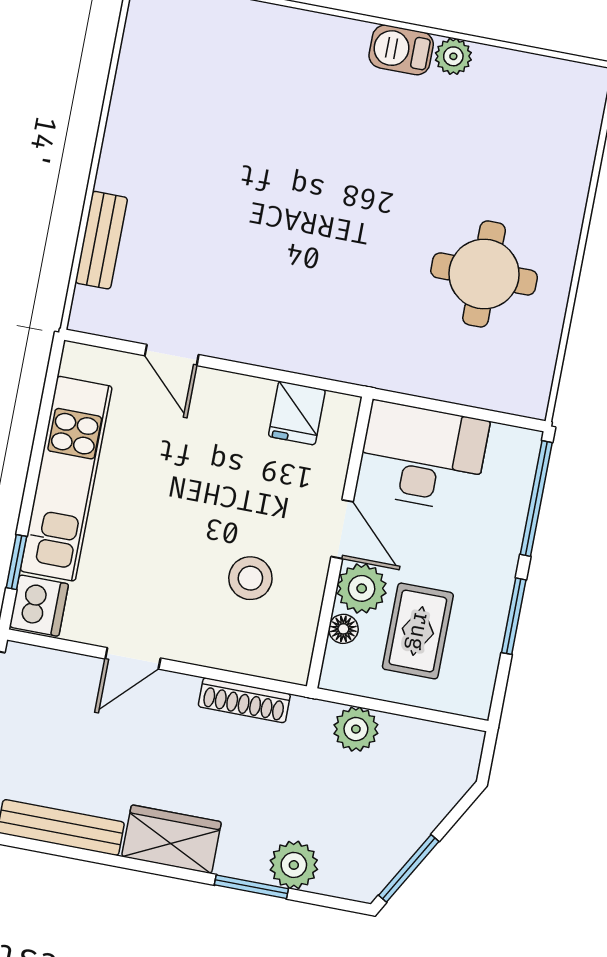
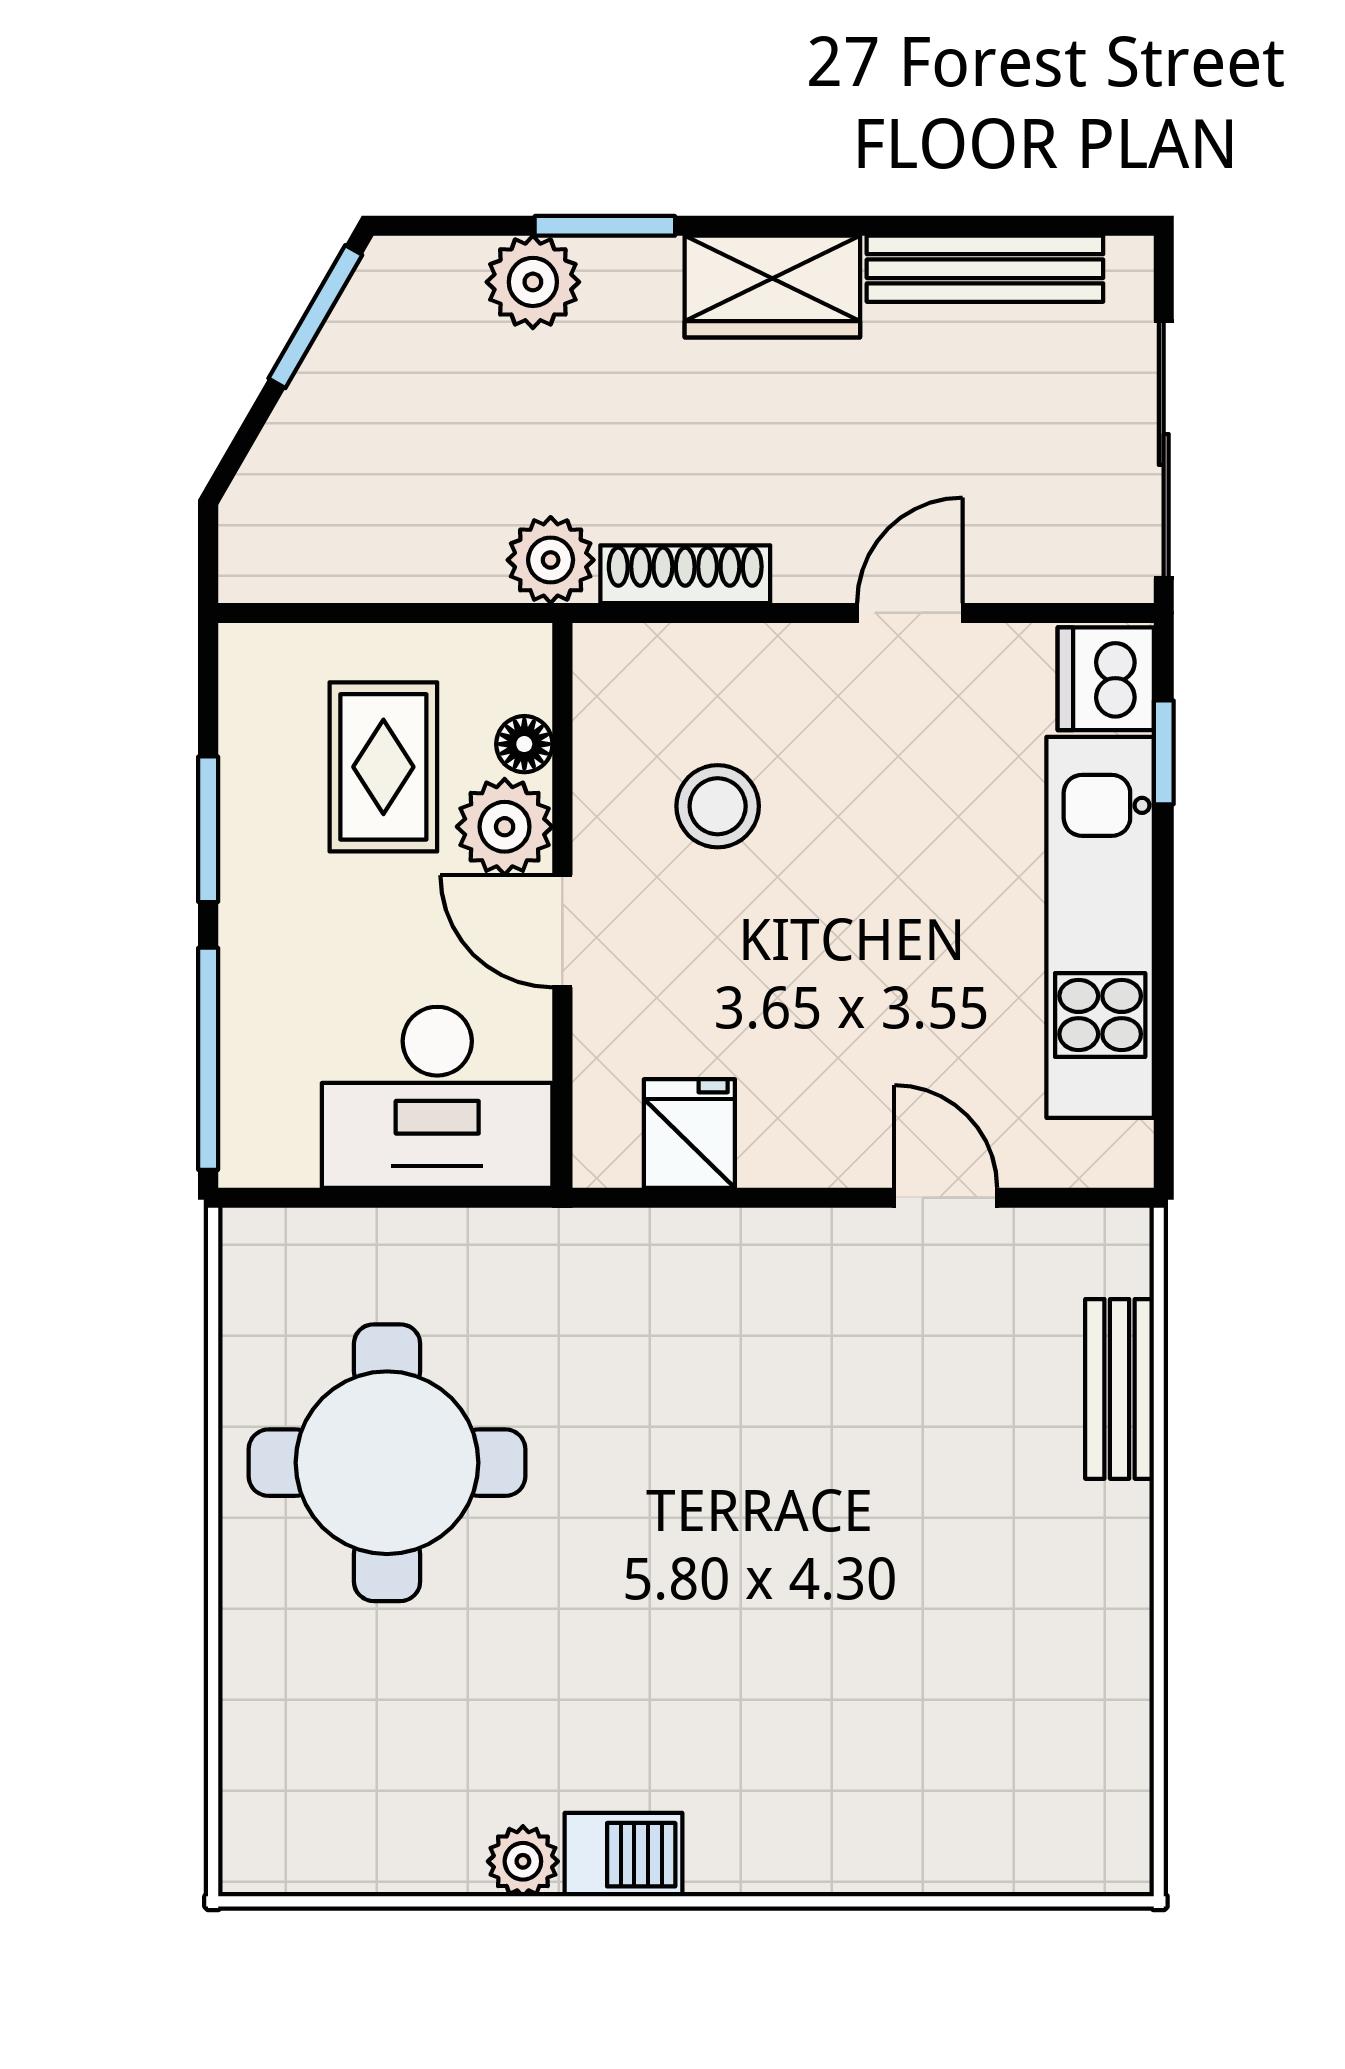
round table: (484, 274) -> (387, 1463), width x1.36, depth x1.36
plant: (356, 729) -> (551, 560), moved

